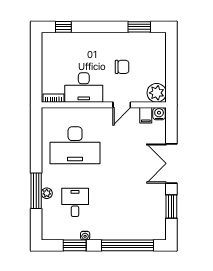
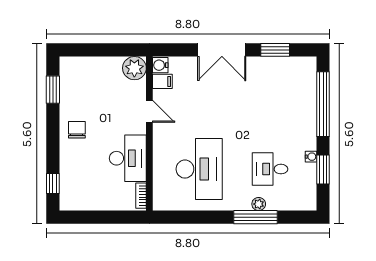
chair: (122, 67) -> (77, 130), moved

